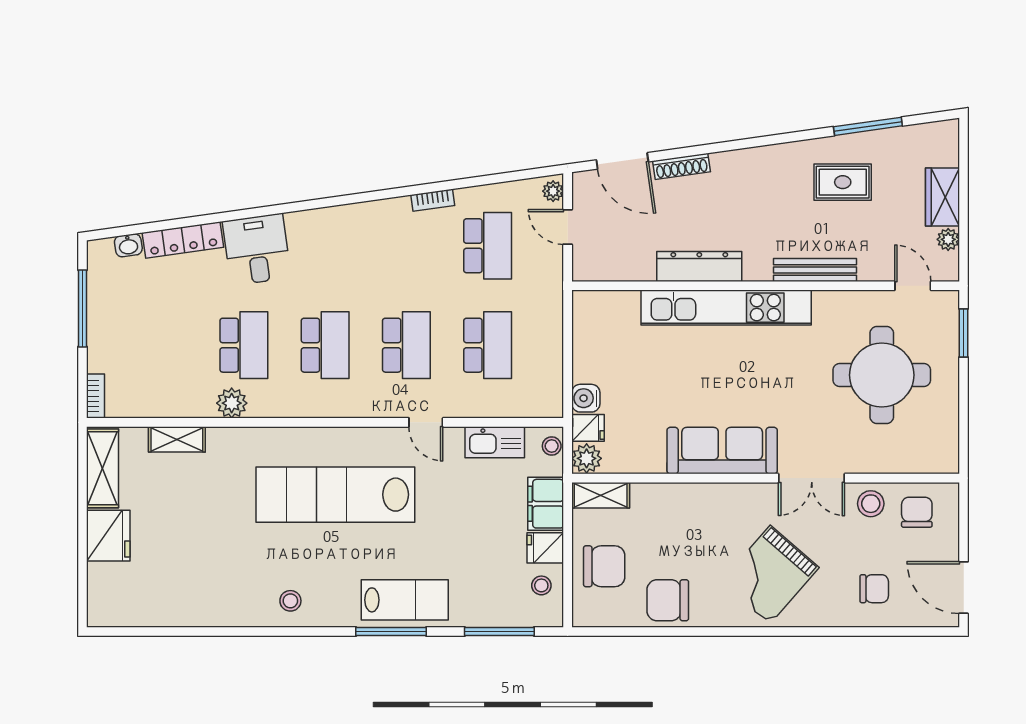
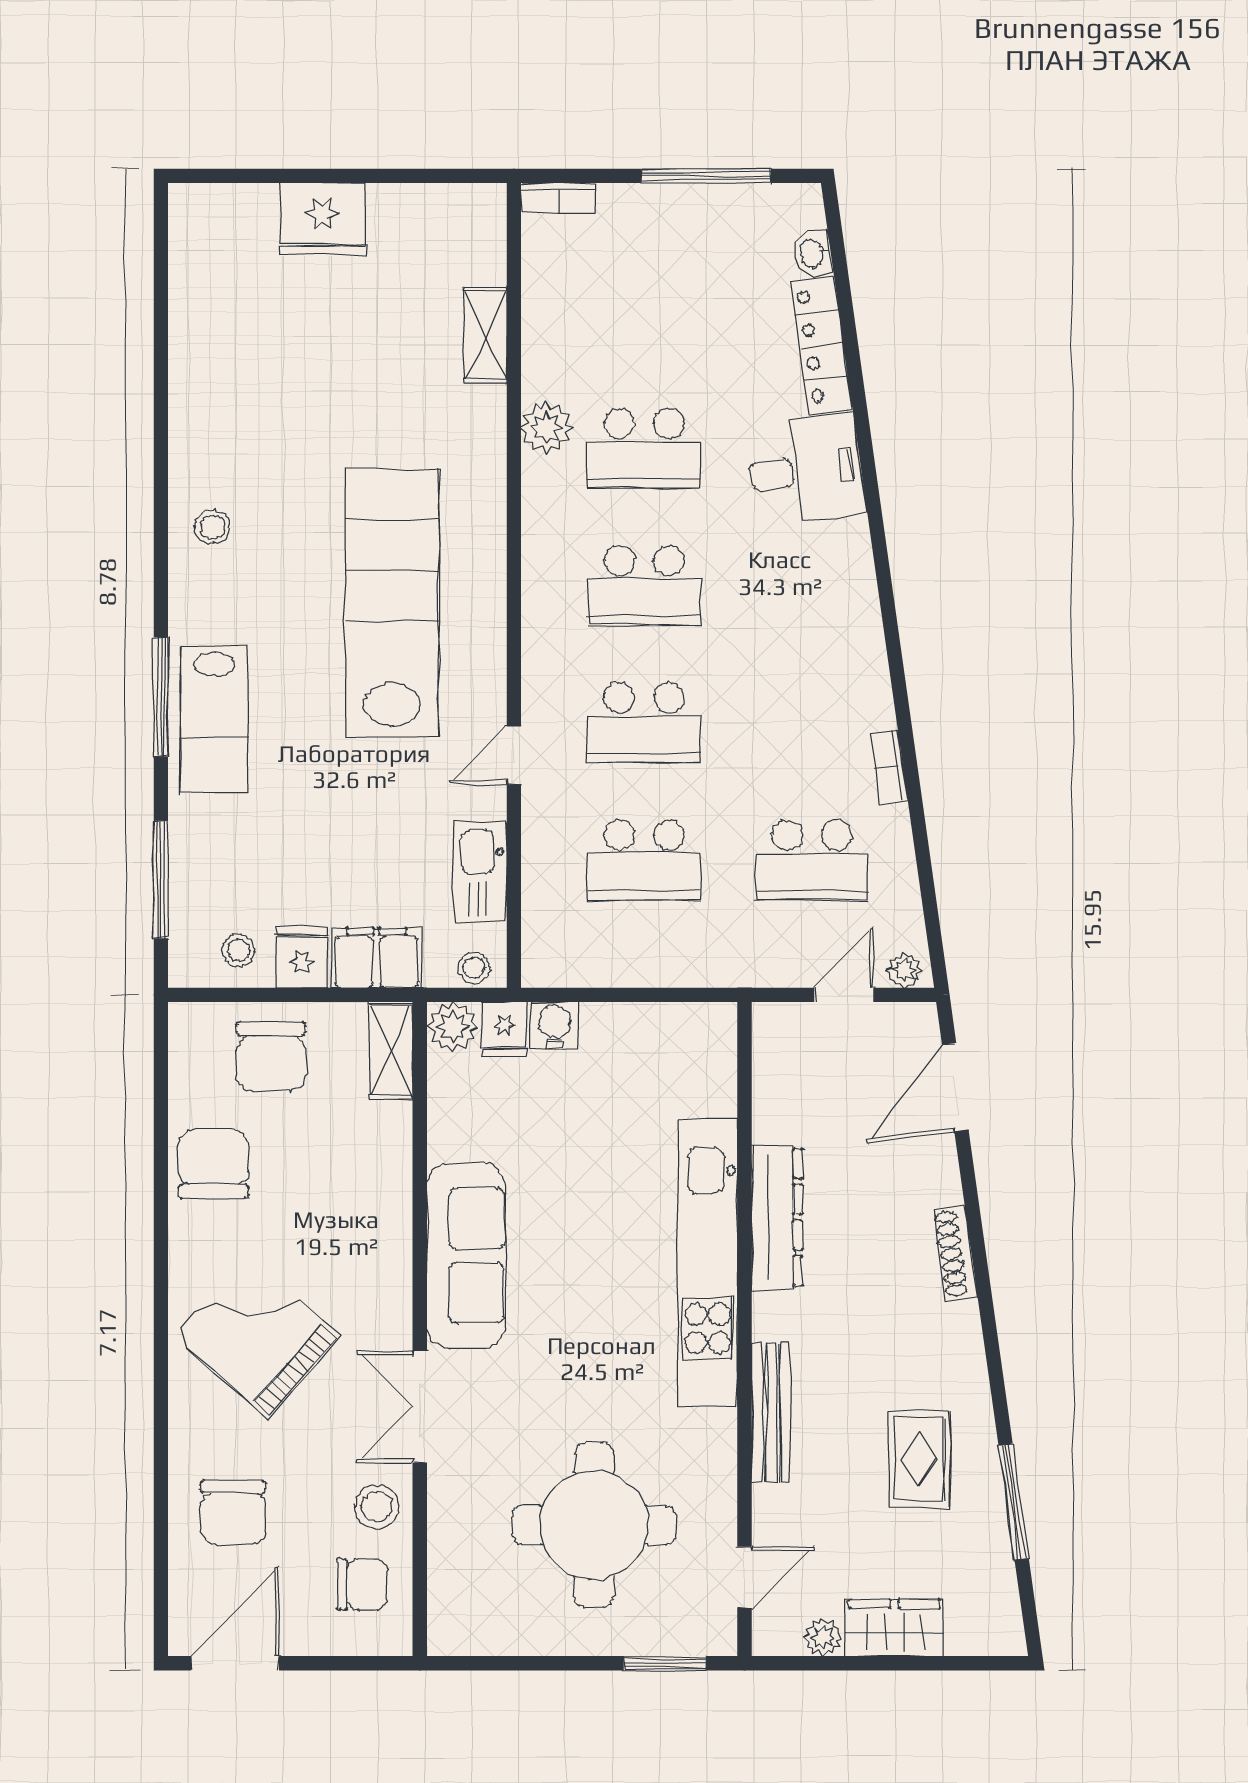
shoe rack: (681, 166) -> (955, 1253), moved
shelving: (103, 468) -> (436, 210), removed
chair: (874, 589) -> (233, 1512), width x1.37, depth x1.37

